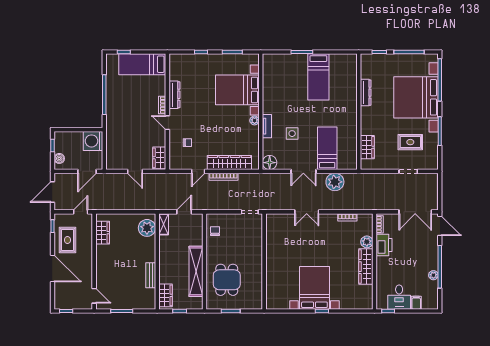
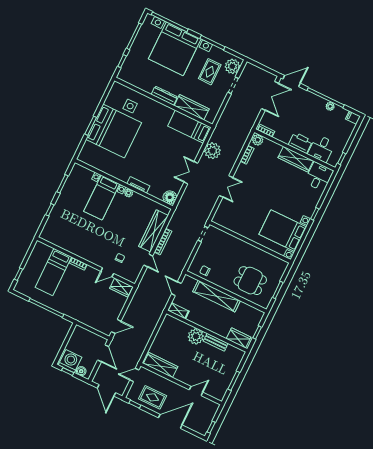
bed: (142, 64) -> (53, 272), moved
bed: (318, 77) -> (114, 131), width x2.04
bed with nightstands: (237, 90) -> (102, 198), width x0.73
dresser: (366, 93) -> (164, 96), moved
dresser: (174, 95) -> (75, 249), removed
door: (167, 123) -> (107, 272), moved
side table: (292, 134) -> (130, 106), moved
washing machine: (93, 141) -> (70, 361), moved, turned 180
wardrobe: (367, 147) -> (192, 107), width x1.50
bed: (327, 148) -> (189, 127), moved
plant: (426, 162) -> (232, 66), added
door: (135, 171) -> (116, 326), moved
double door: (303, 171) -> (191, 173), swing flipped
door: (81, 212) -> (134, 375), hinge flipped
plant: (147, 228) -> (196, 336), moved
wardrobe: (103, 233) -> (161, 365), width x1.50
plant: (367, 242) -> (258, 140), moved
printer: (384, 245) -> (300, 143), moved
shelving: (196, 271) -> (217, 296), moved
bed with nightstands: (314, 288) -> (283, 231), moved
door: (94, 296) -> (196, 391), moved
desk: (360, 297) -> (319, 176), added
desk: (399, 297) -> (321, 149), moved, turned 90
filing cabinet: (416, 303) -> (353, 118), moved

